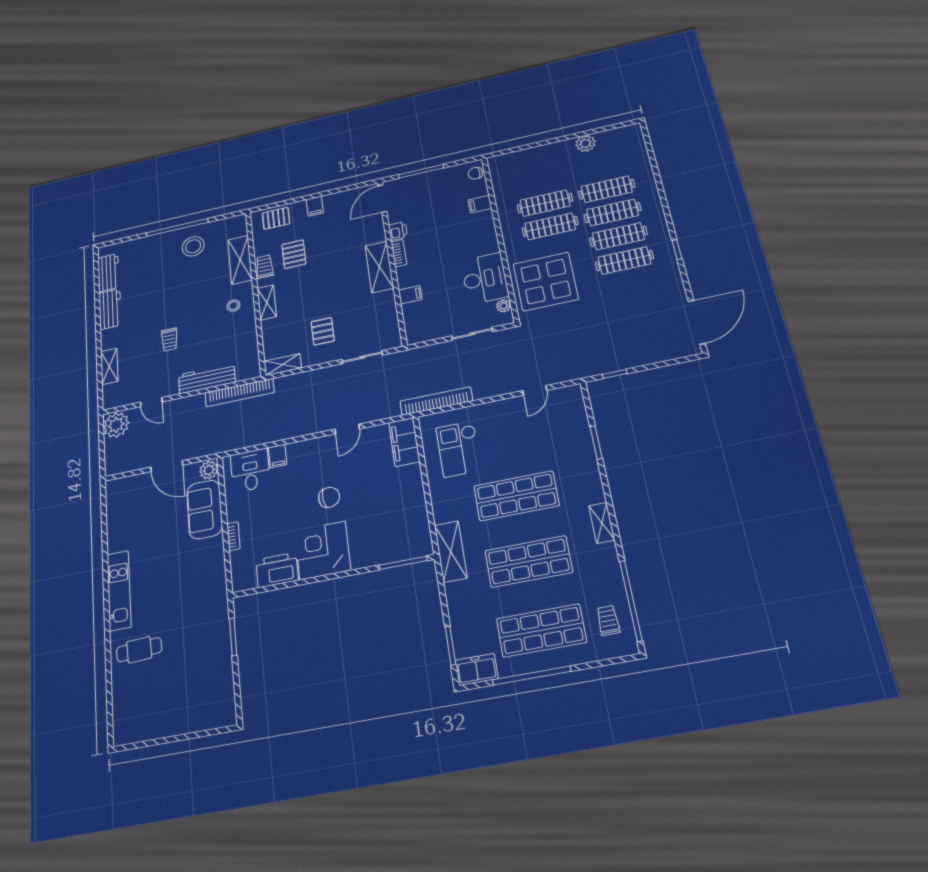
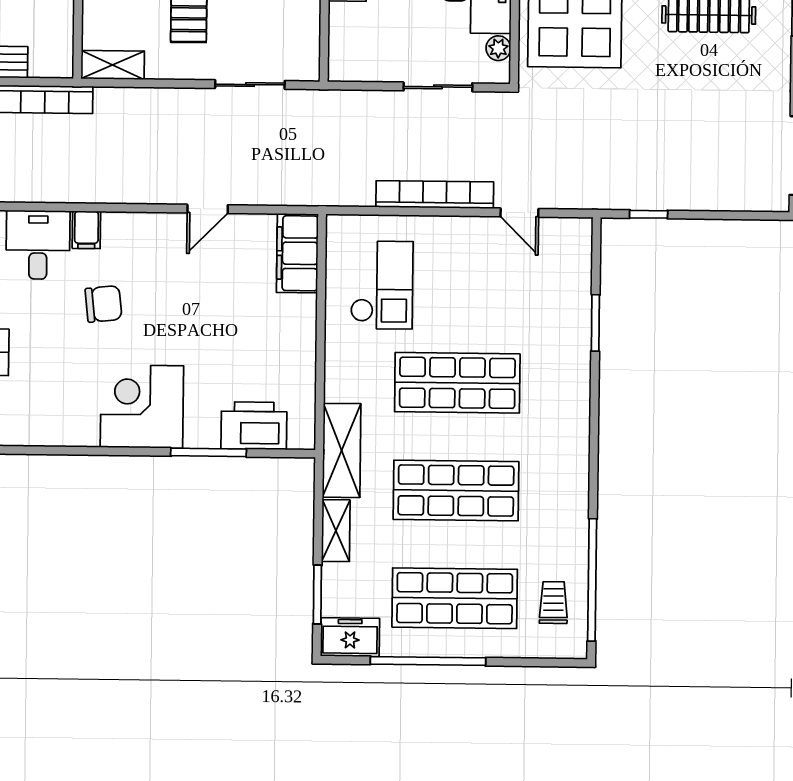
door: (535, 390) -> (519, 213), hinge flipped
bookcase: (436, 401) -> (435, 195), moved
checkout: (459, 449) -> (382, 285), turned 180
chair: (329, 497) -> (103, 304), moved
shelving: (602, 523) -> (336, 531), moved
window: (403, 563) -> (208, 452), moved
printer: (277, 570) -> (254, 426), moved

